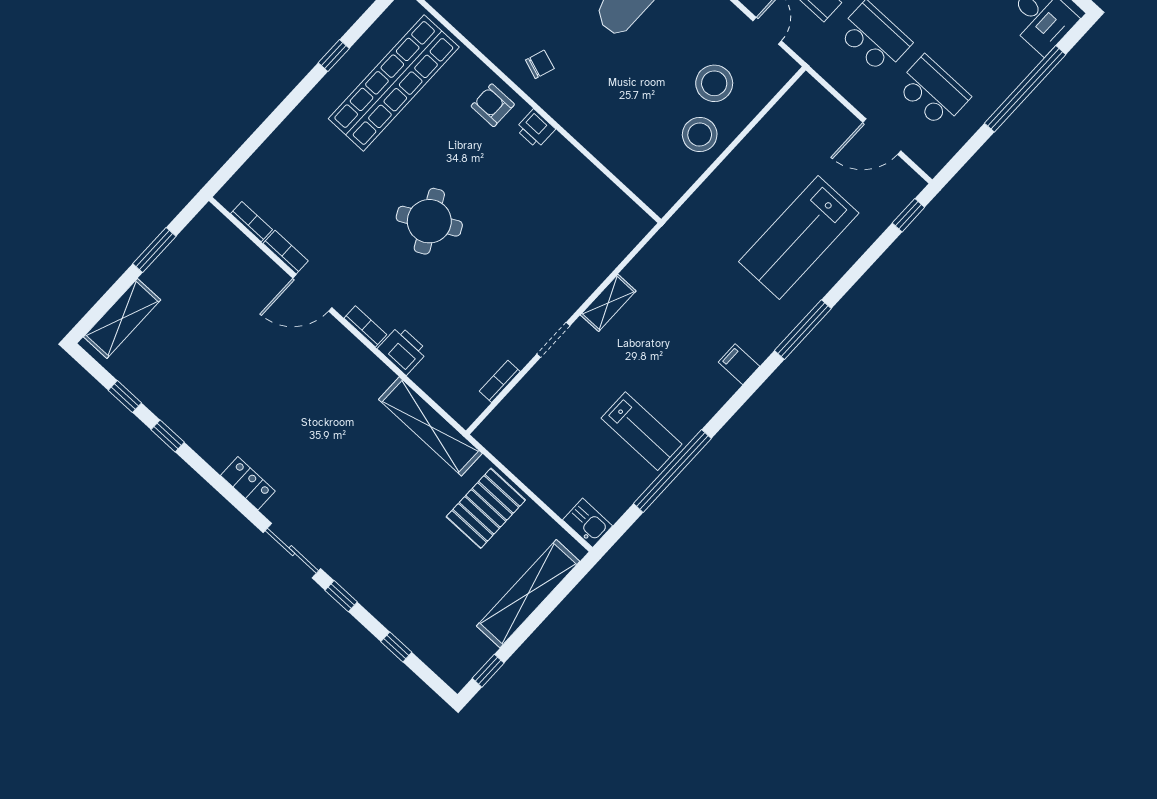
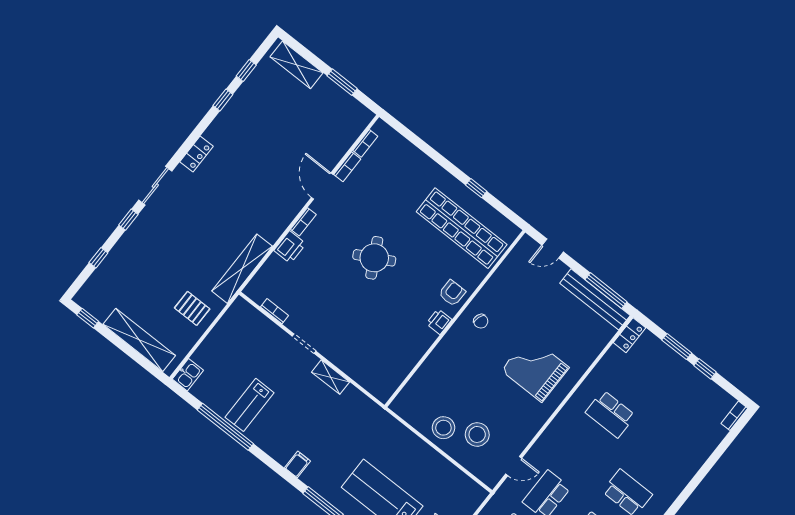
pallet: (486, 508) -> (192, 308), width x0.67, depth x0.71

